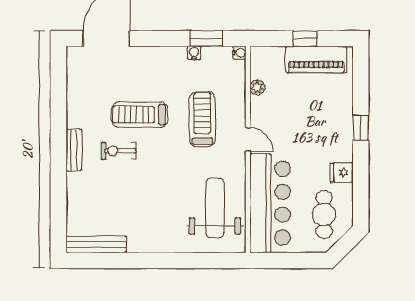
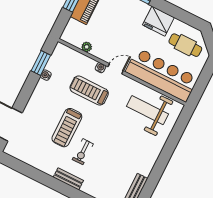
water cooler: (239, 53) -> (100, 68), moved
fridge: (342, 172) -> (158, 21), width x1.88, depth x1.34

